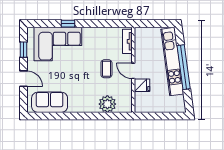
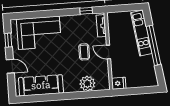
window: (68, 24) -> (86, 11), moved
kitchen unit: (172, 62) -> (141, 33), width x0.73
fridge: (142, 85) -> (119, 83), moved
sofa: (50, 102) -> (41, 85), width x1.36

